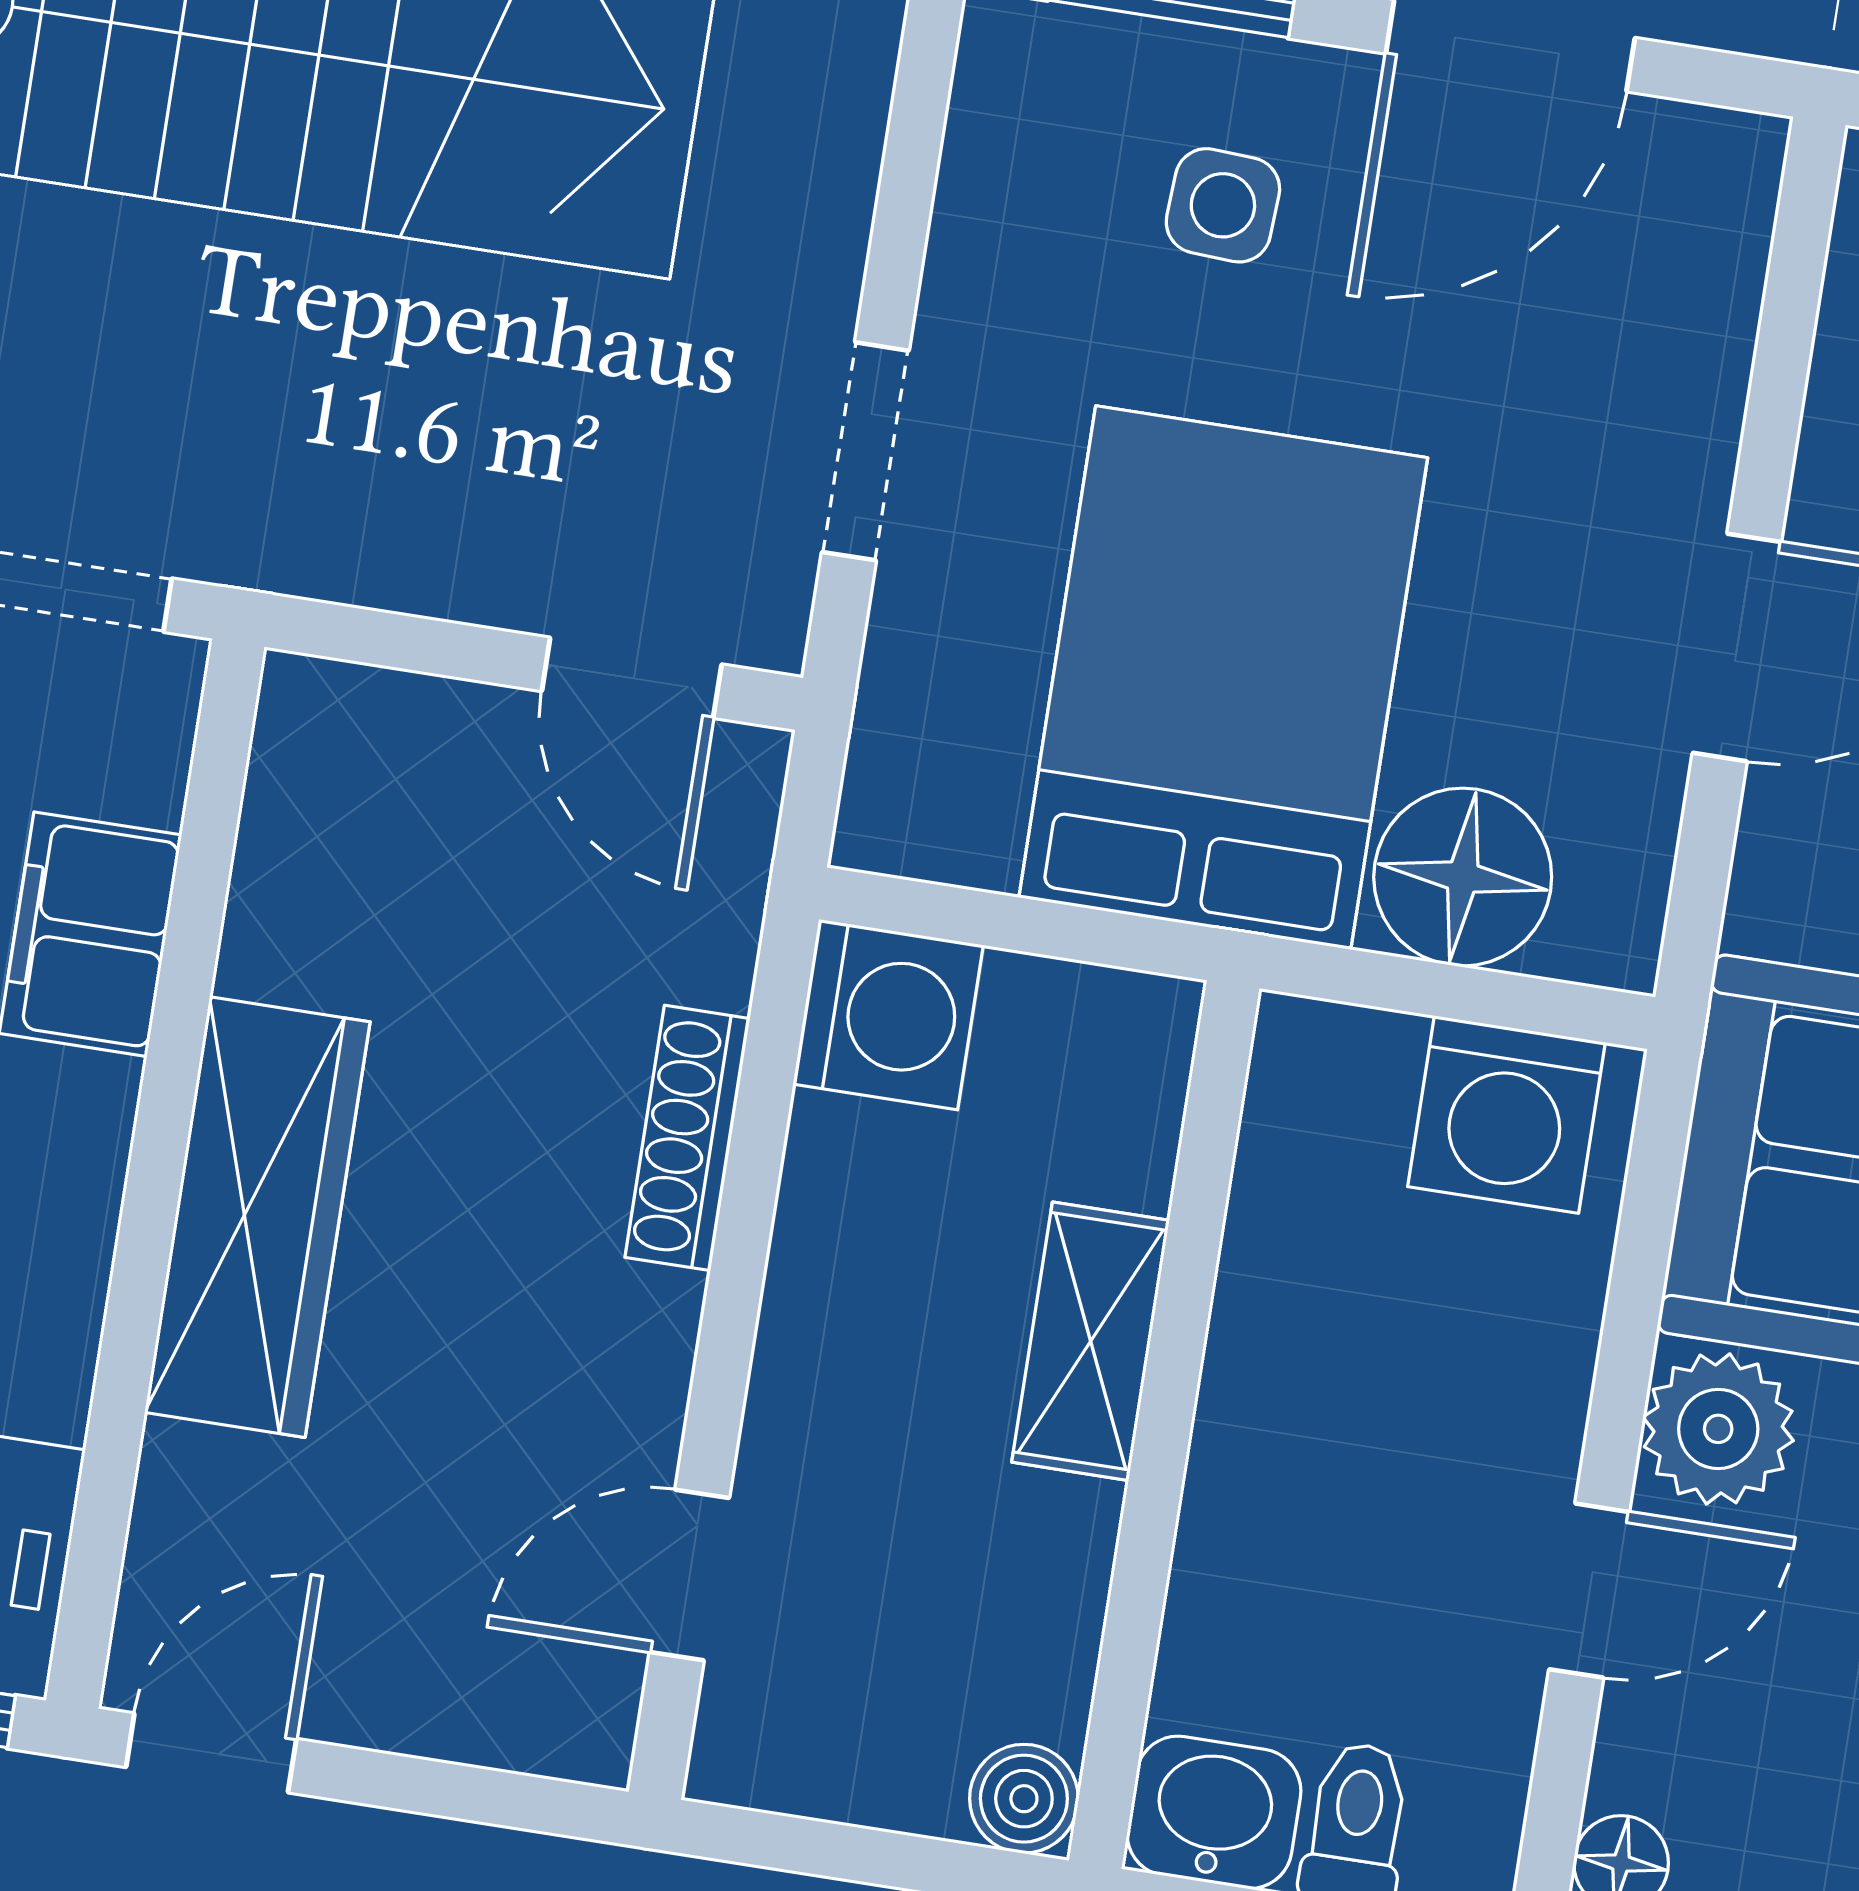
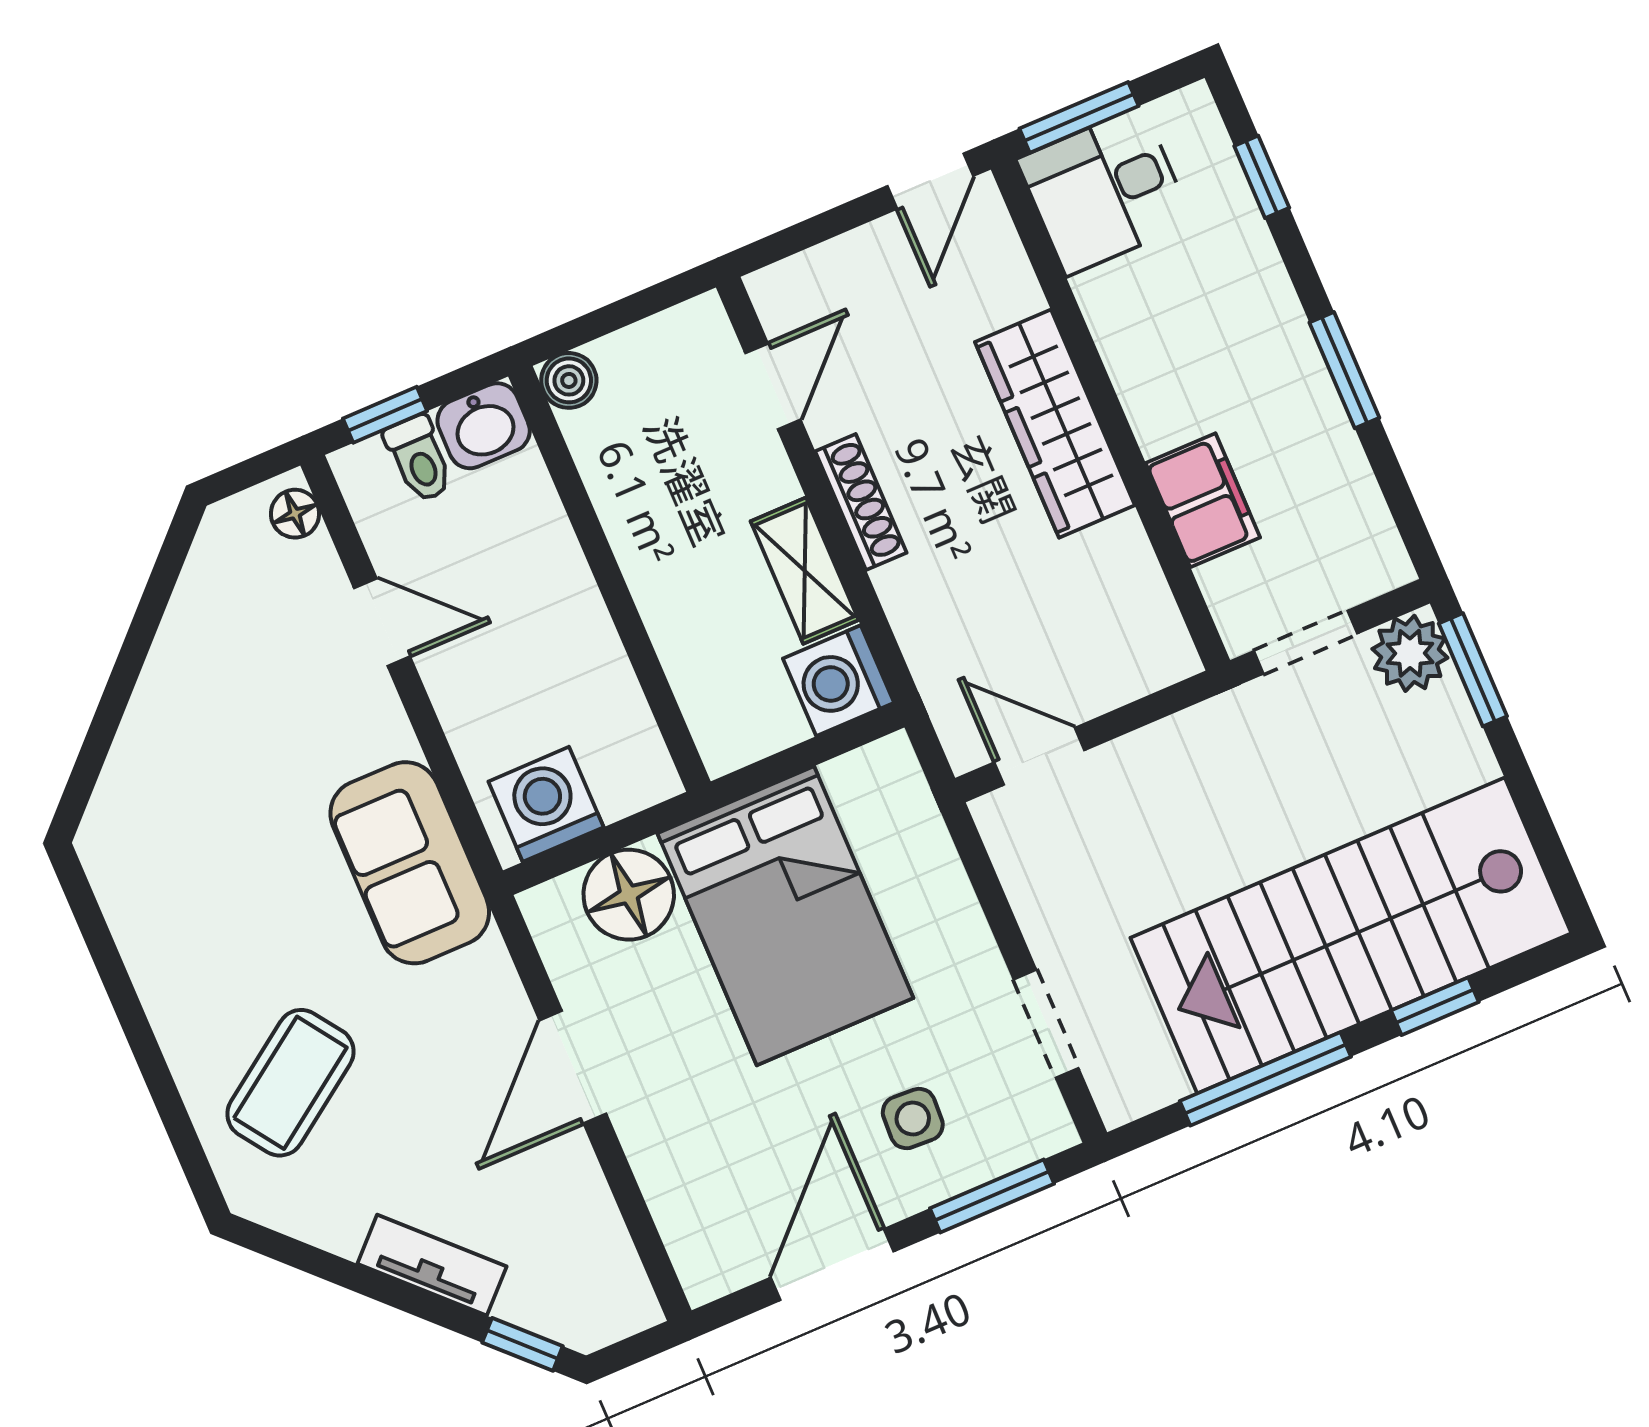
doorway: (865, 451) -> (1046, 1024), moved
shoe rack: (687, 1138) -> (861, 502), moved
shelving: (1091, 1341) -> (805, 571), moved
plant: (1718, 1429) -> (370, 726), removed
door: (1589, 1591) -> (382, 622), swing flipped

